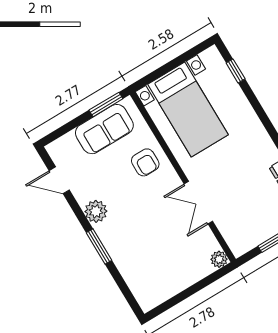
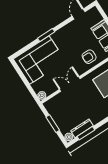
plant: (96, 211) -> (64, 33), removed
corner sofa: (148, 262) -> (39, 60), added

